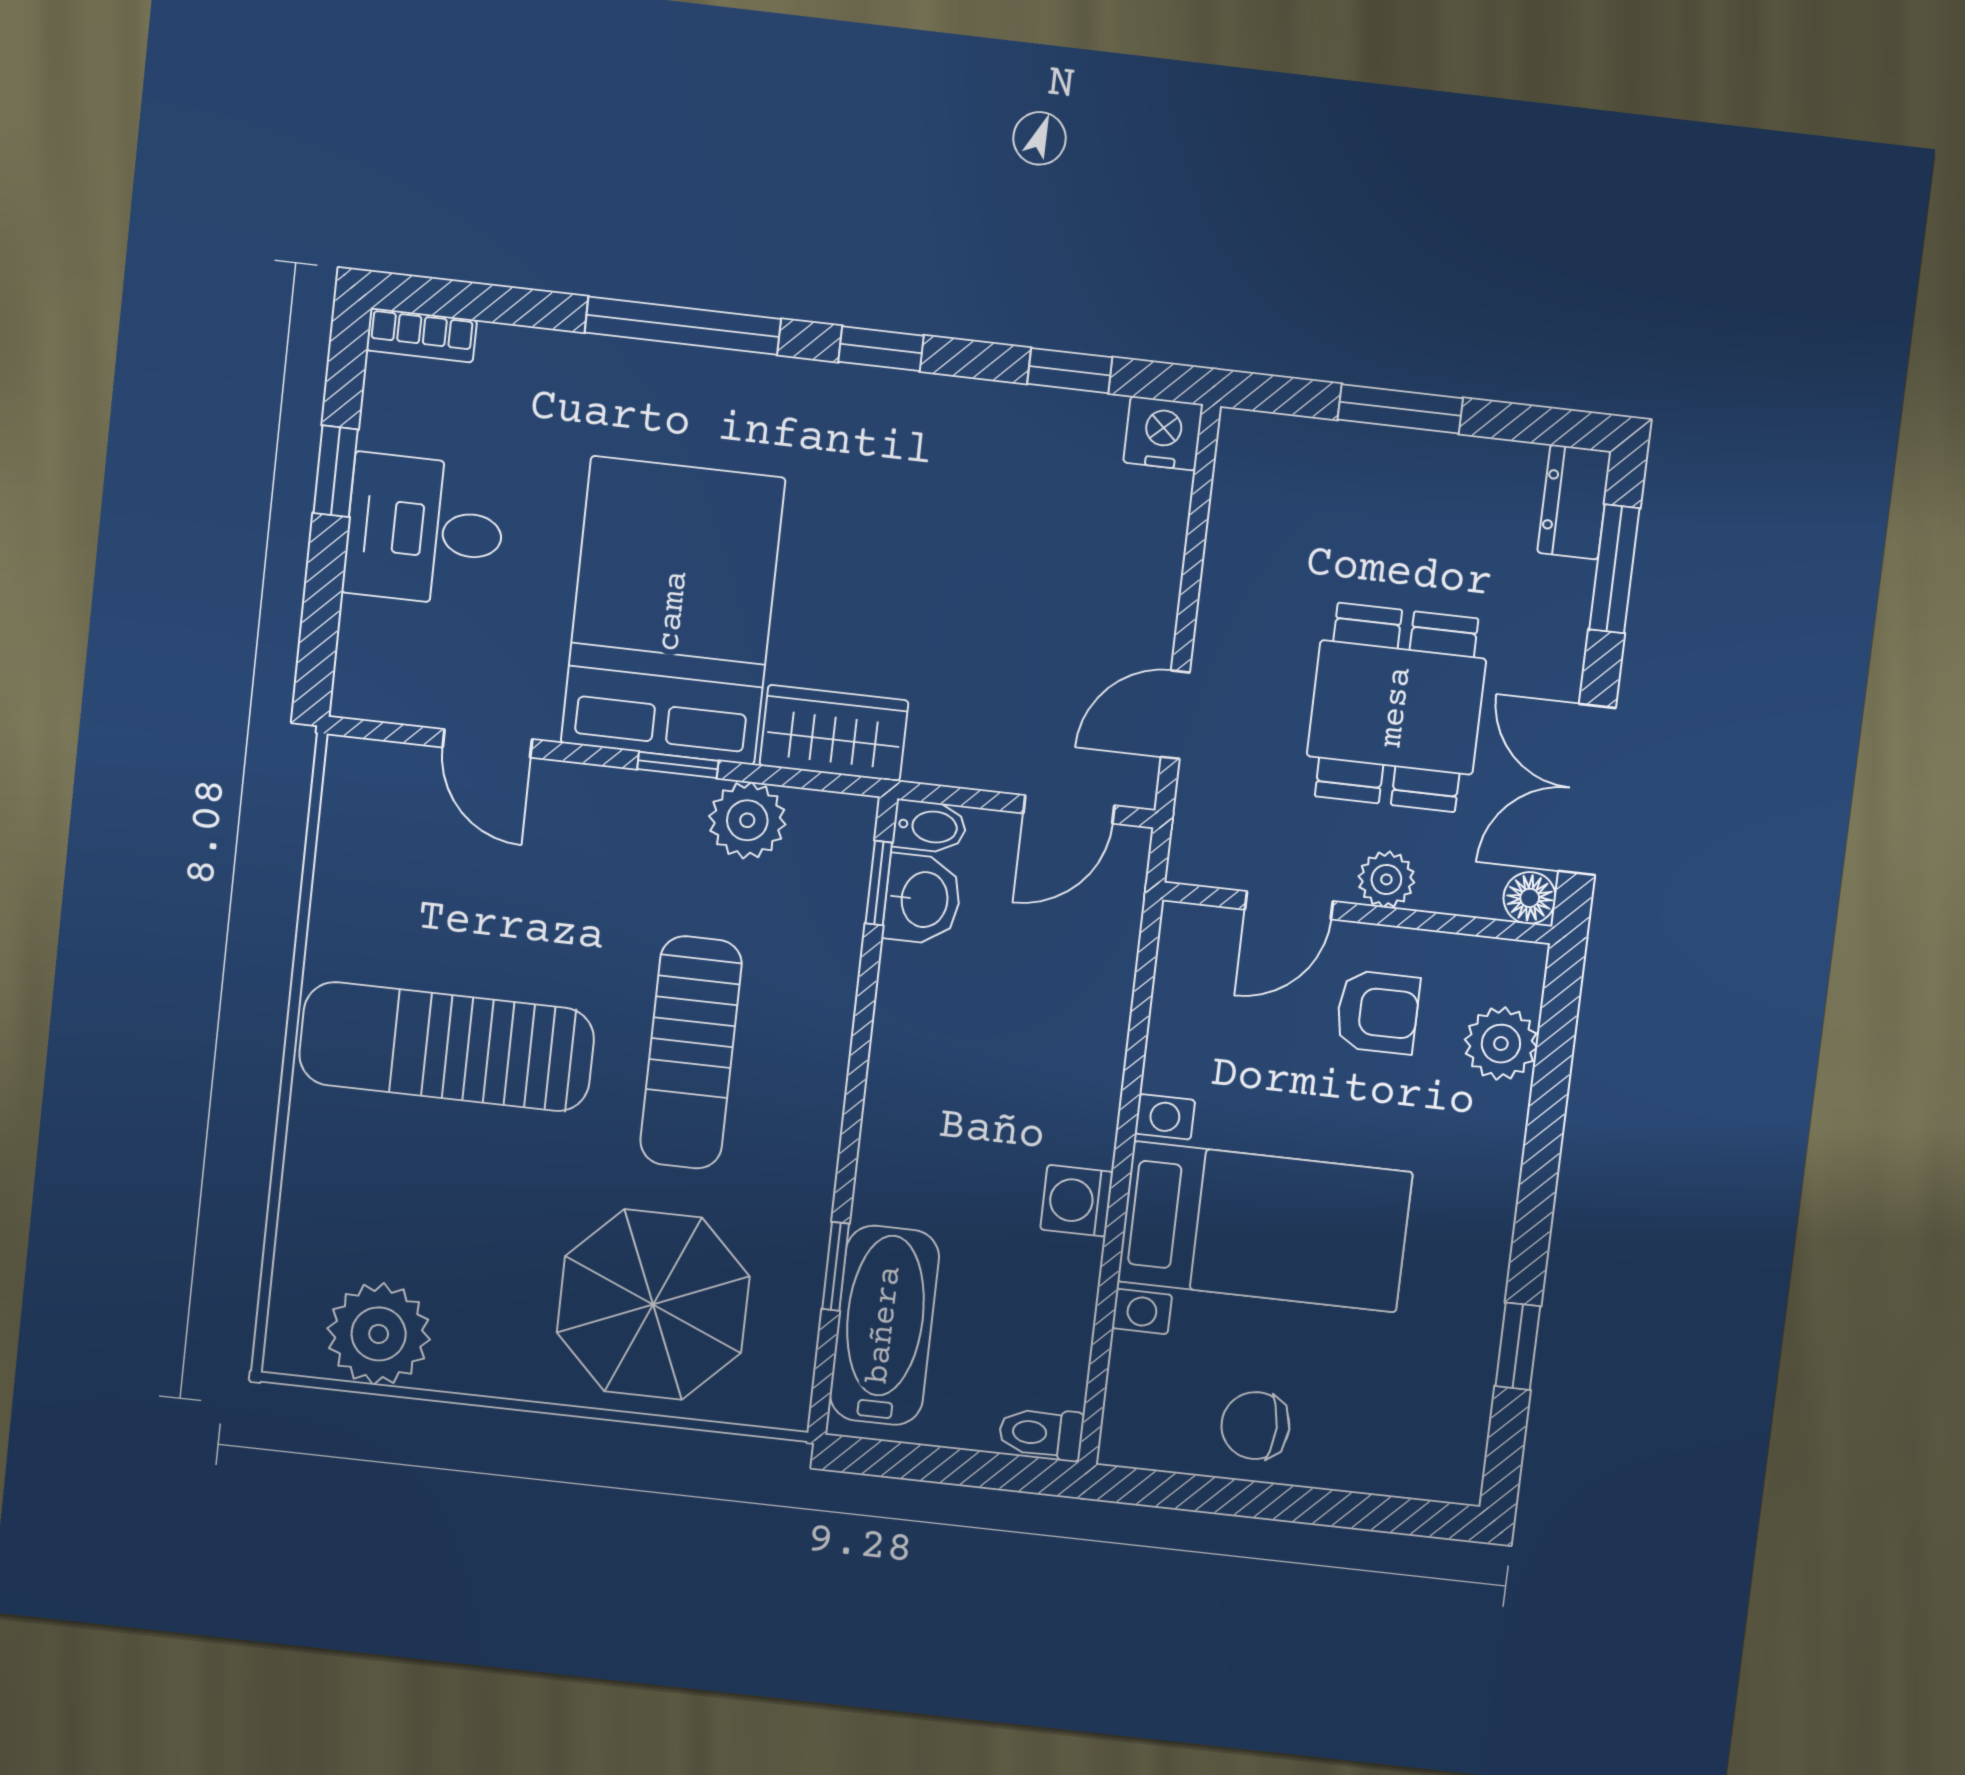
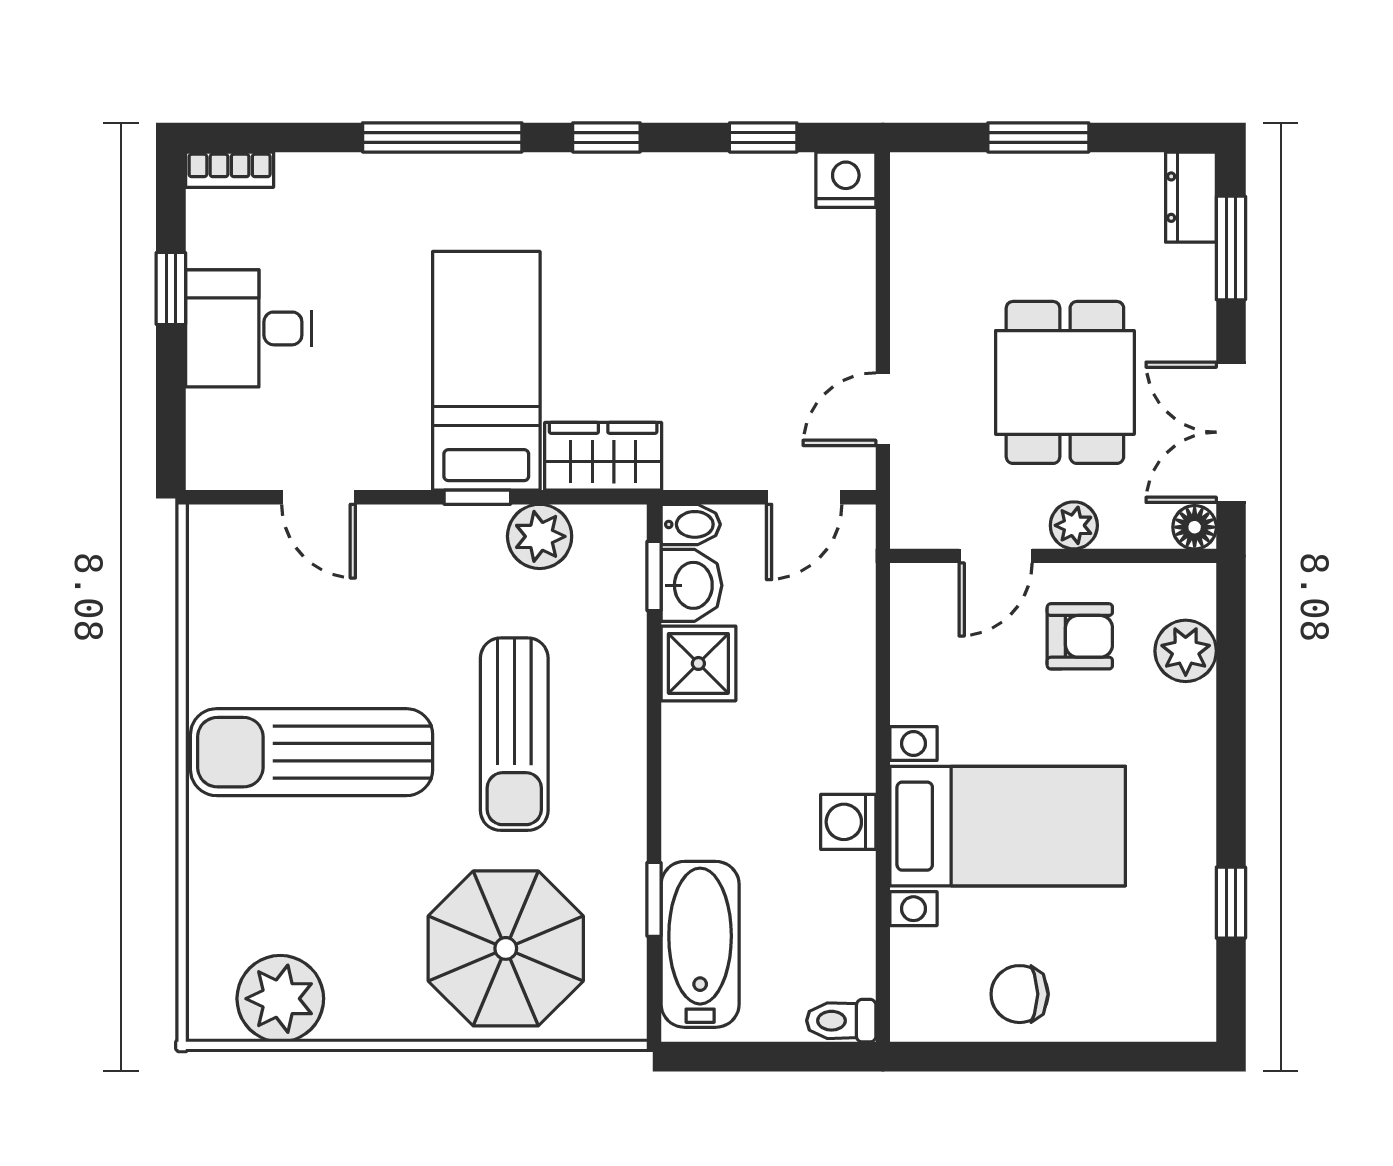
bed: (673, 611) -> (486, 371), width x0.67
shower: (920, 993) -> (698, 663), added

